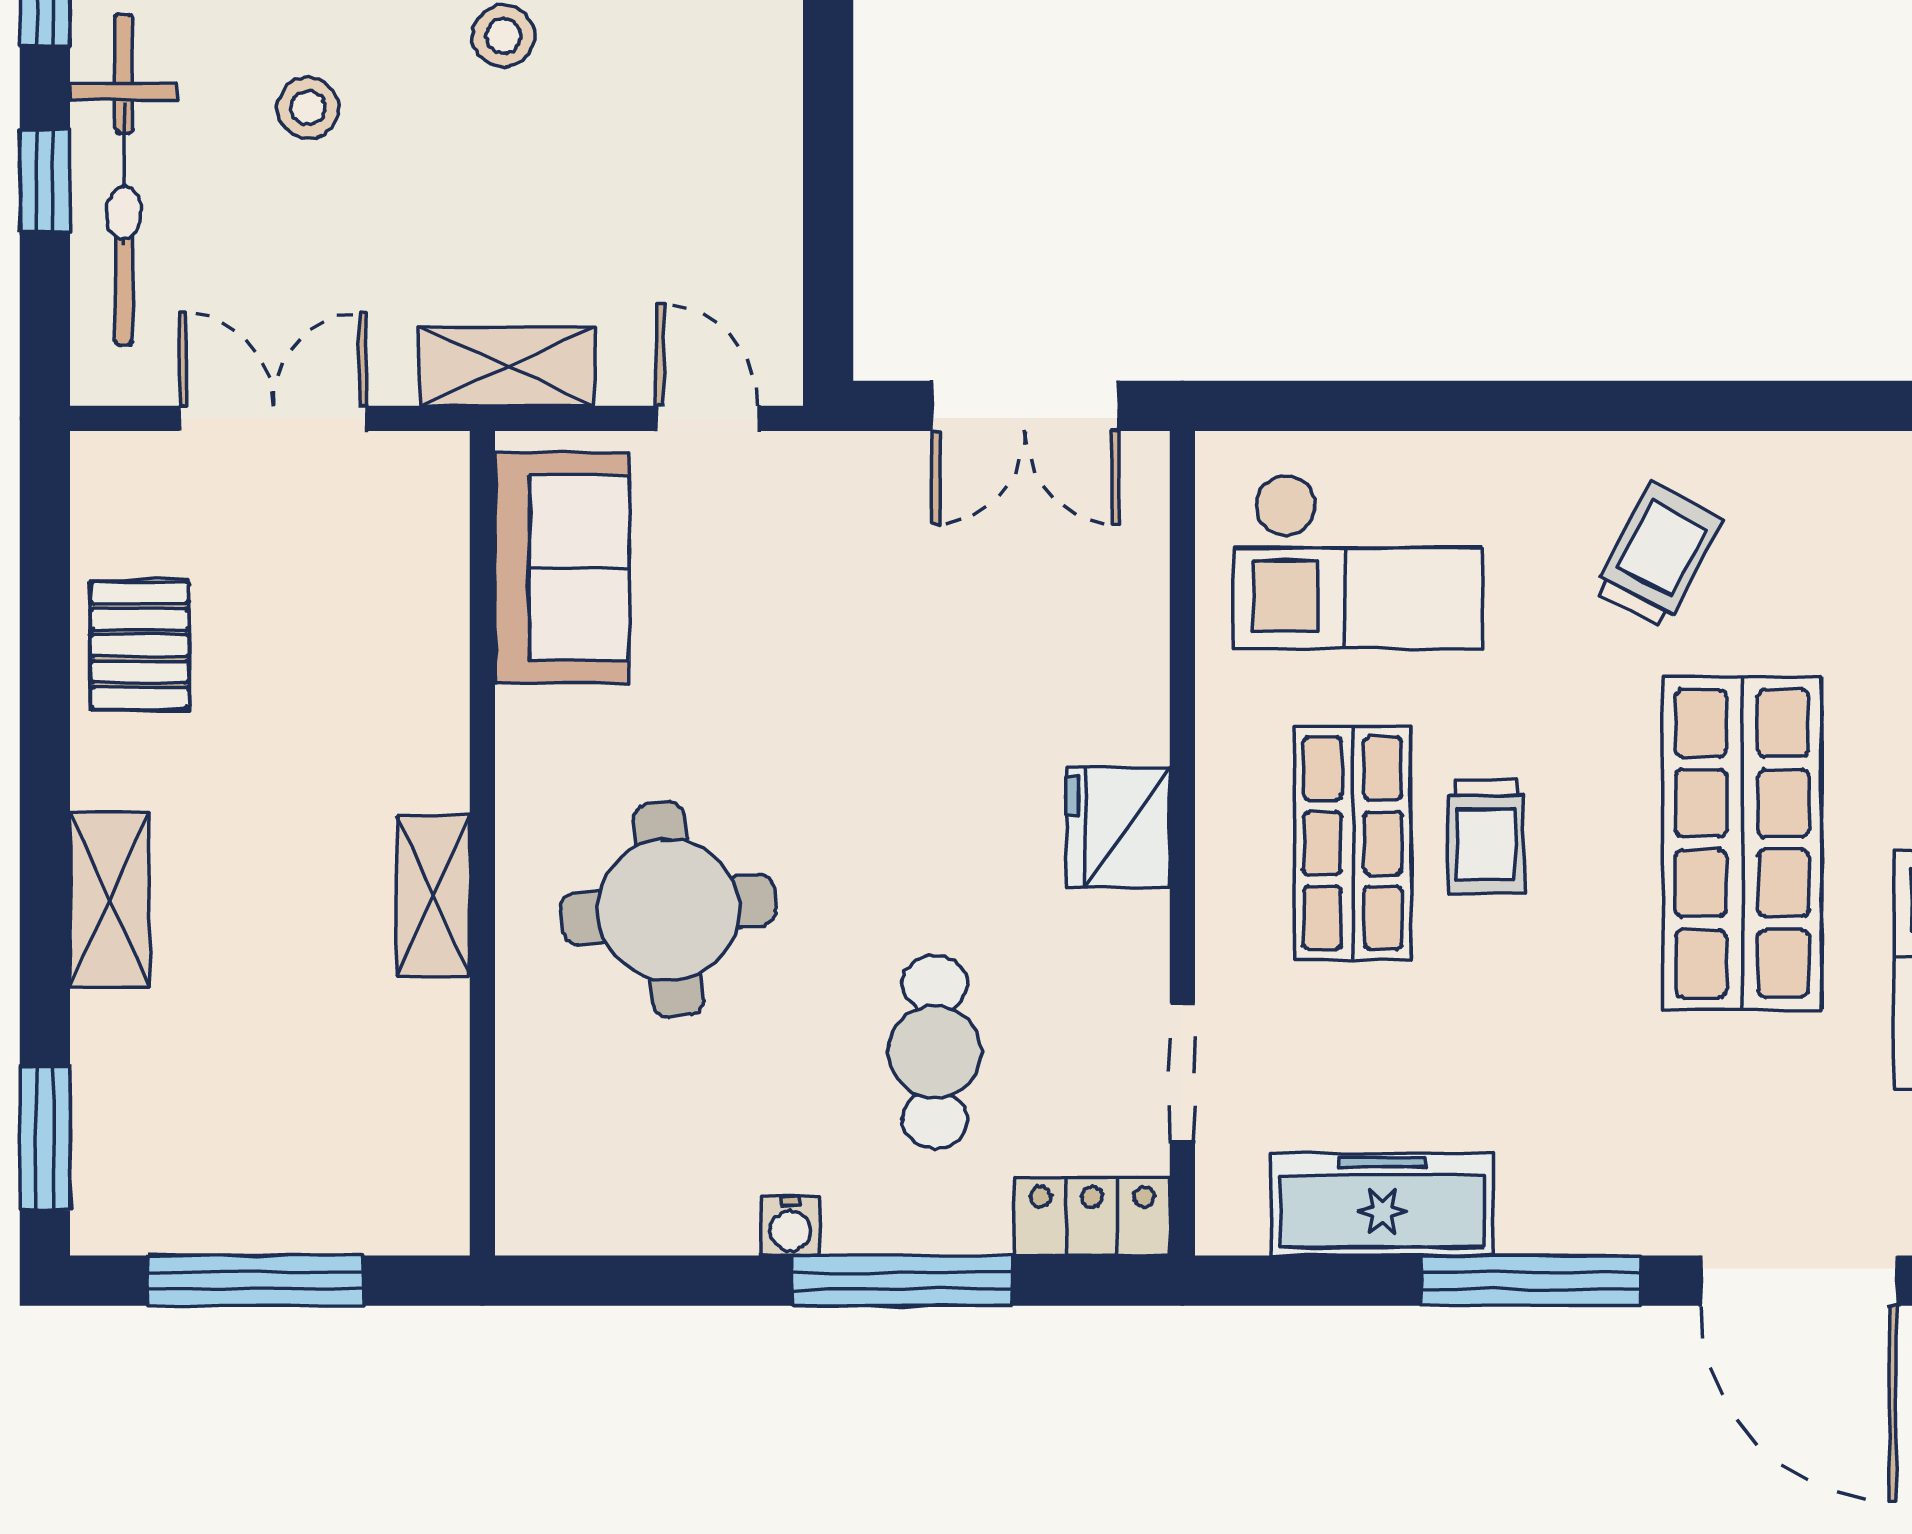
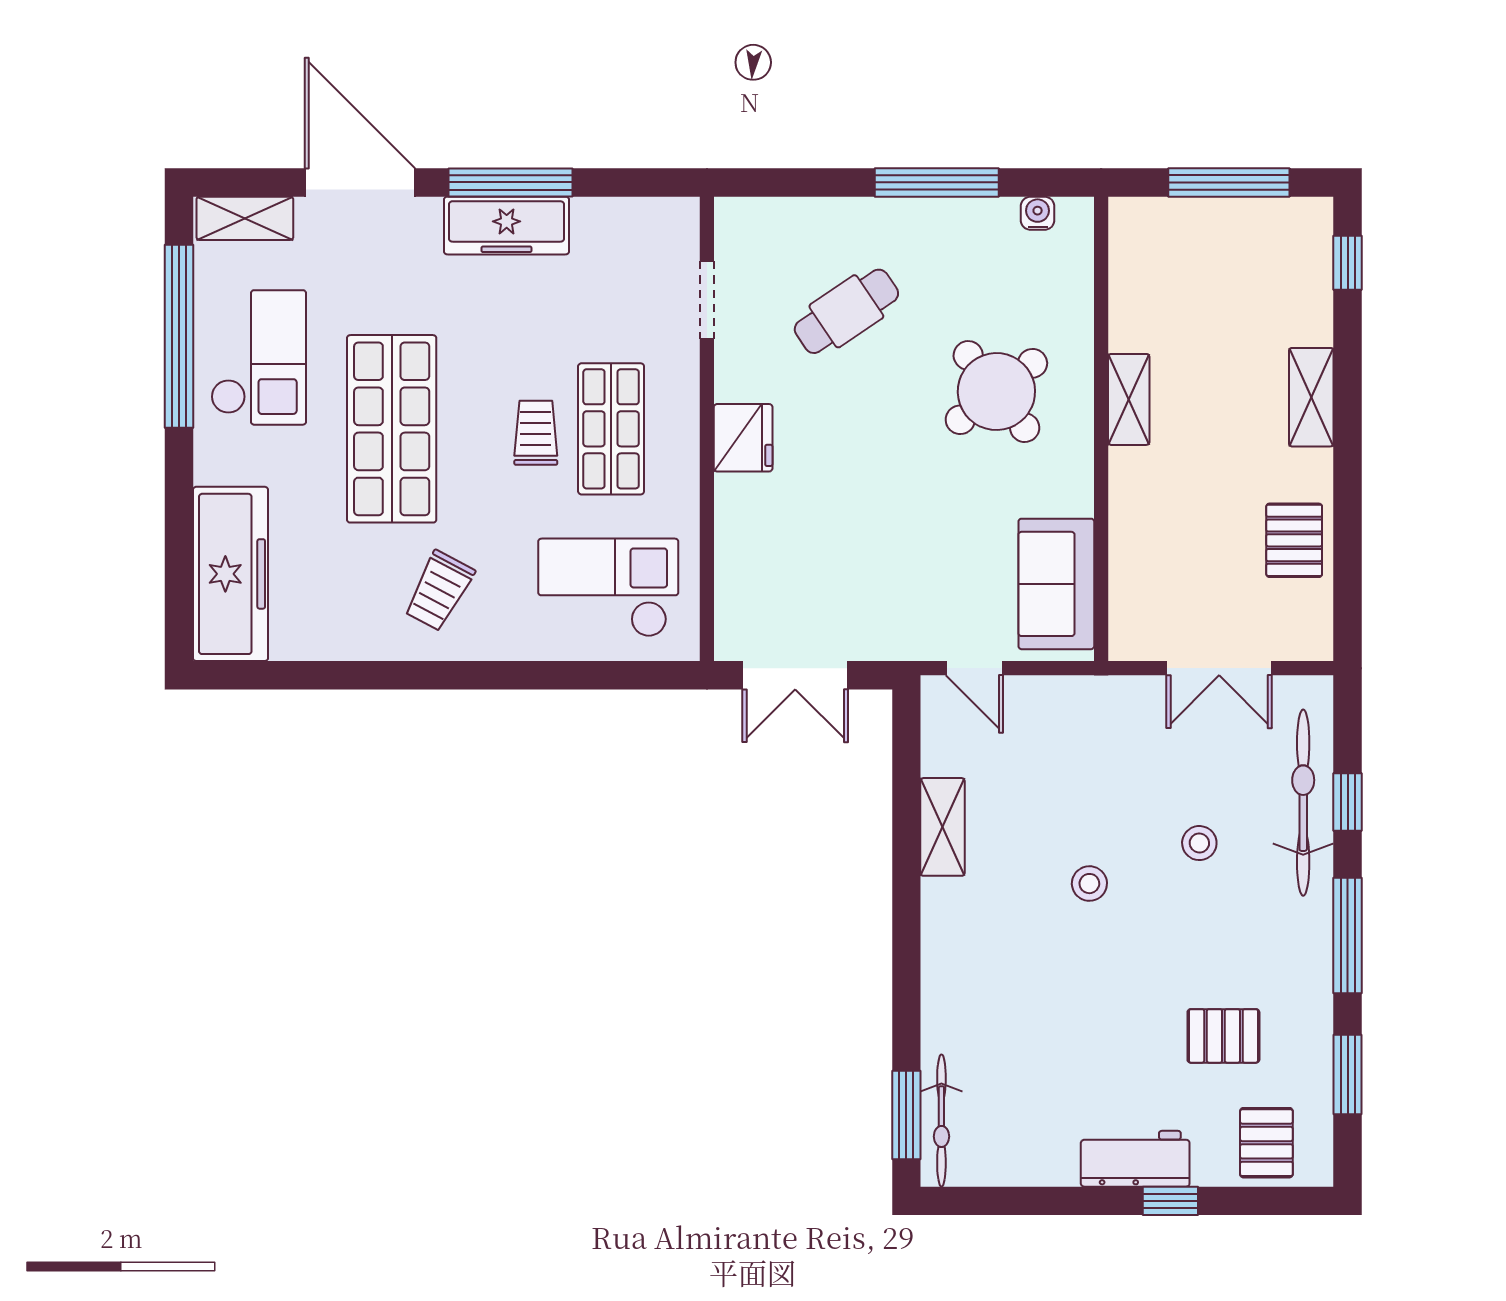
shelving: (507, 367) -> (943, 827), moved, turned 90
double door: (1026, 406) -> (795, 675), swing flipped
round table: (668, 910) -> (996, 392), turned -32
cafe table: (935, 1052) -> (846, 311), turned 56
window: (45, 1138) -> (1348, 263), width x0.67
freezer: (1382, 1204) -> (507, 226), moved
locker: (1092, 1216) -> (758, 219), removed
water cooler: (790, 1226) -> (1038, 213), moved
window: (902, 1281) -> (937, 182), moved

